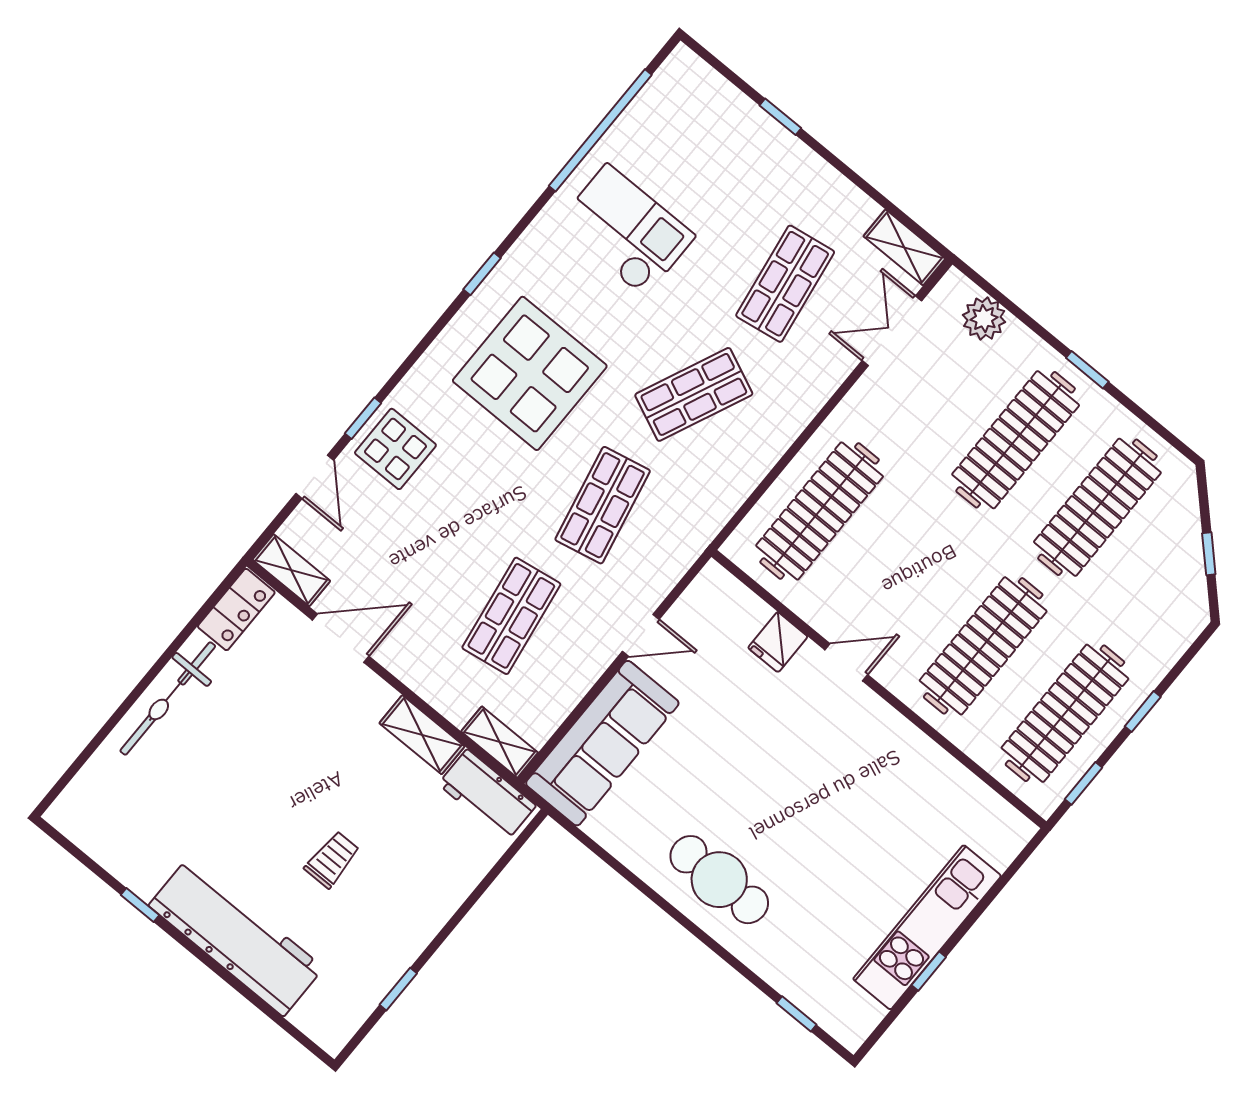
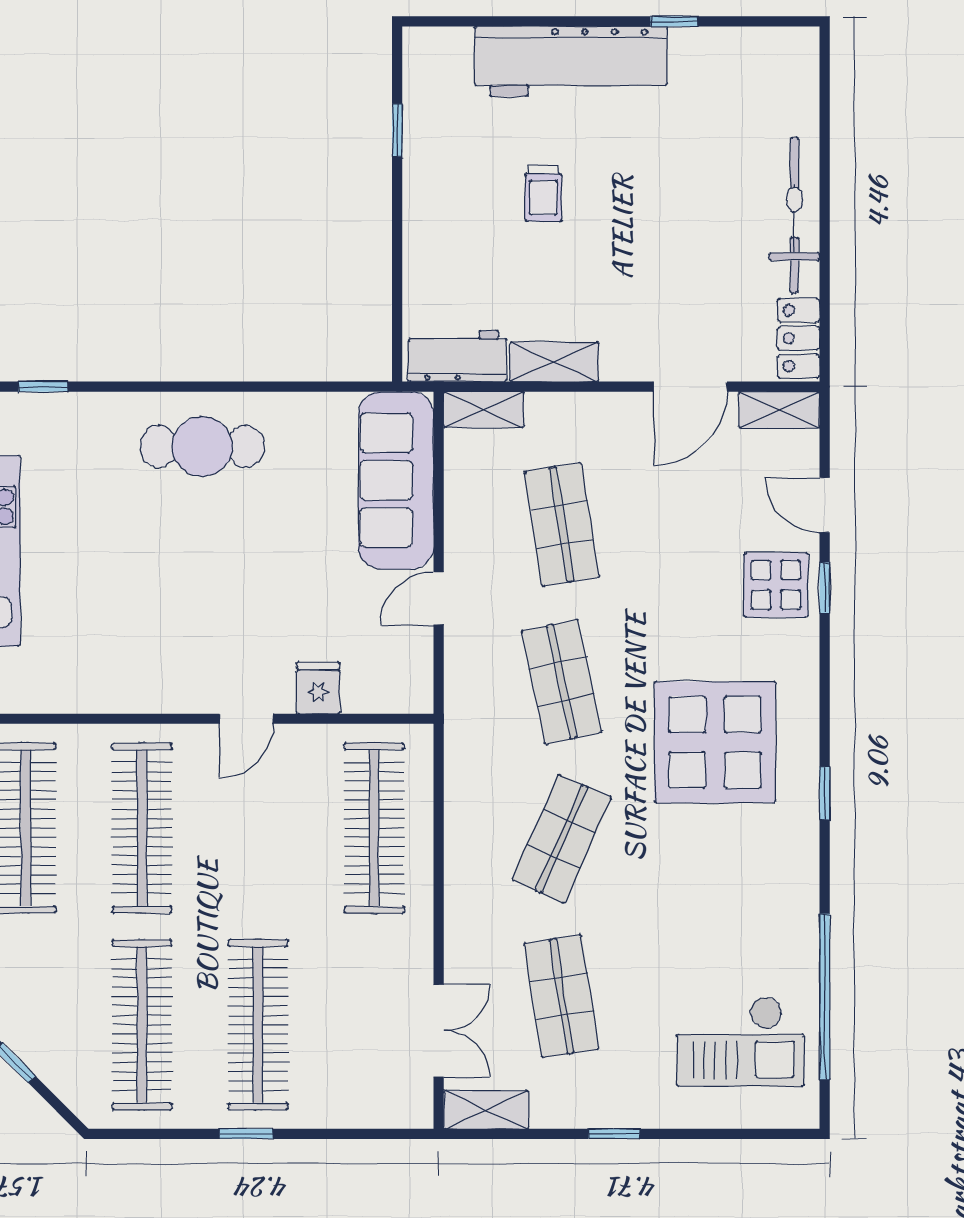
window: (780, 117) -> (614, 1134), moved
checkout: (626, 230) -> (740, 1042), moved
plant: (984, 319) -> (369, 1105), removed

